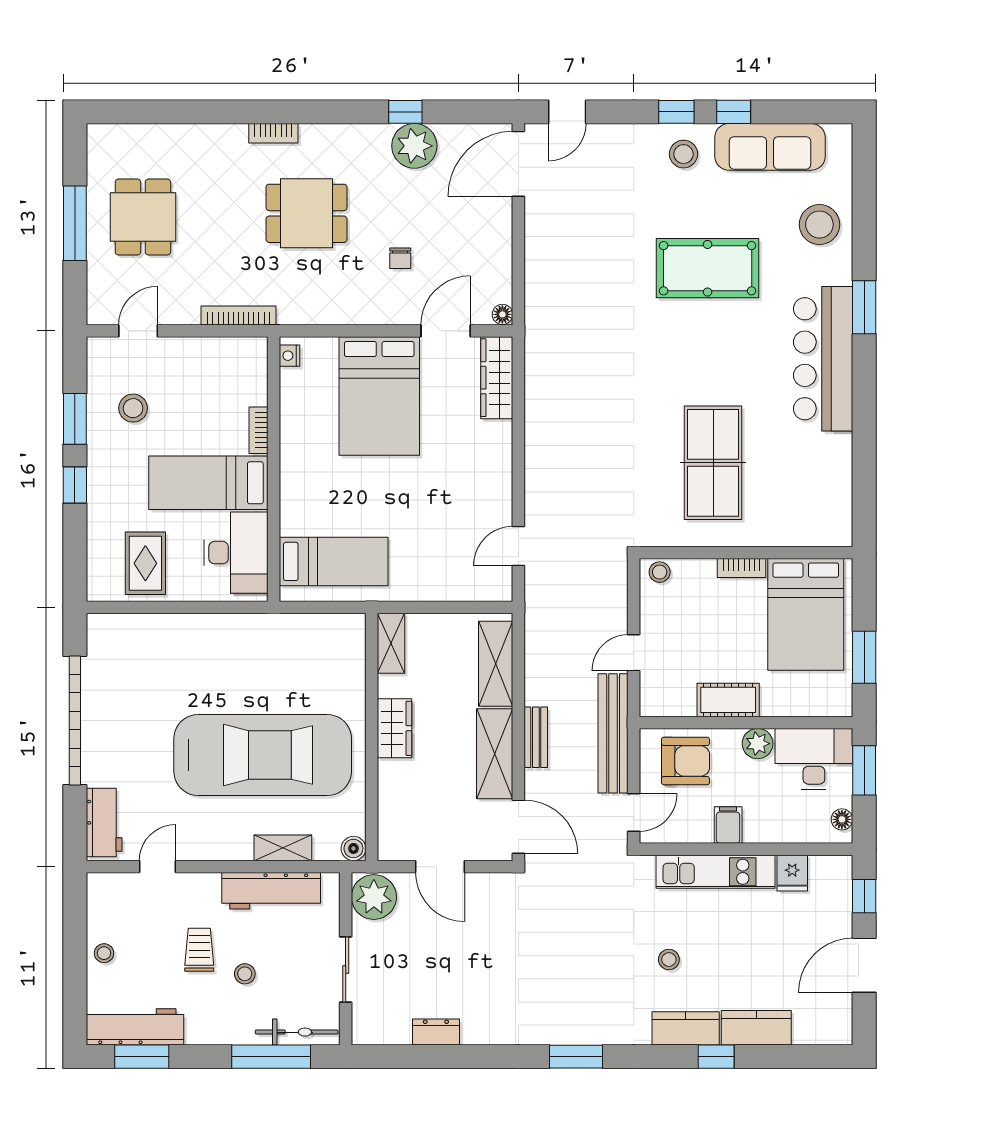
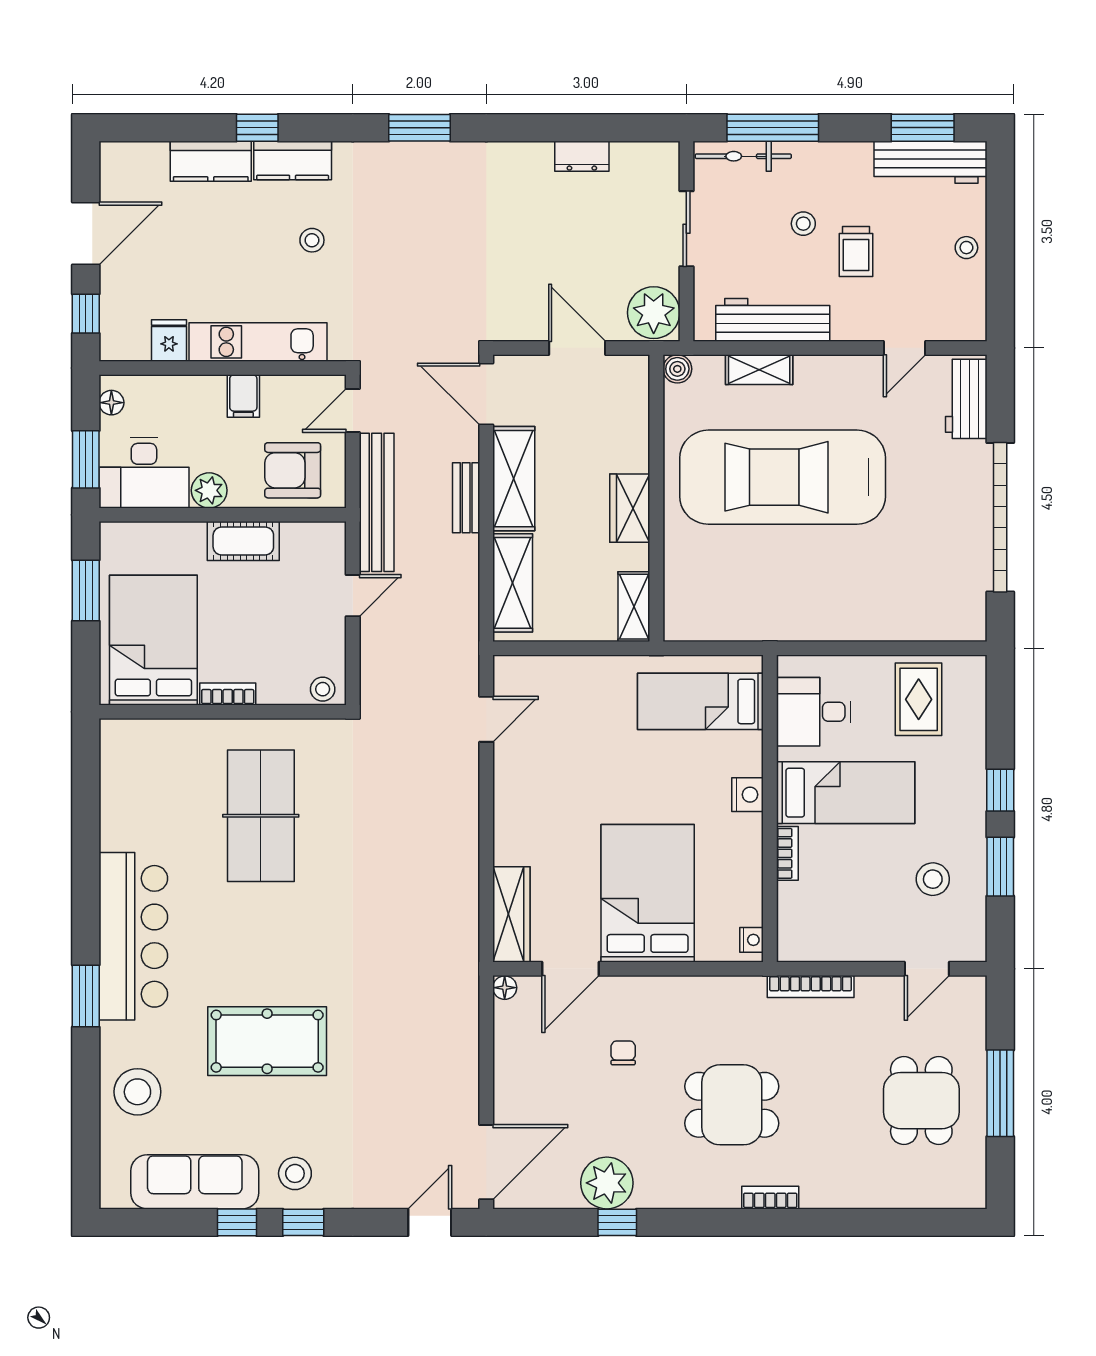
nightstand: (293, 481) -> (747, 795), added
desk: (236, 553) -> (814, 712), width x0.73

